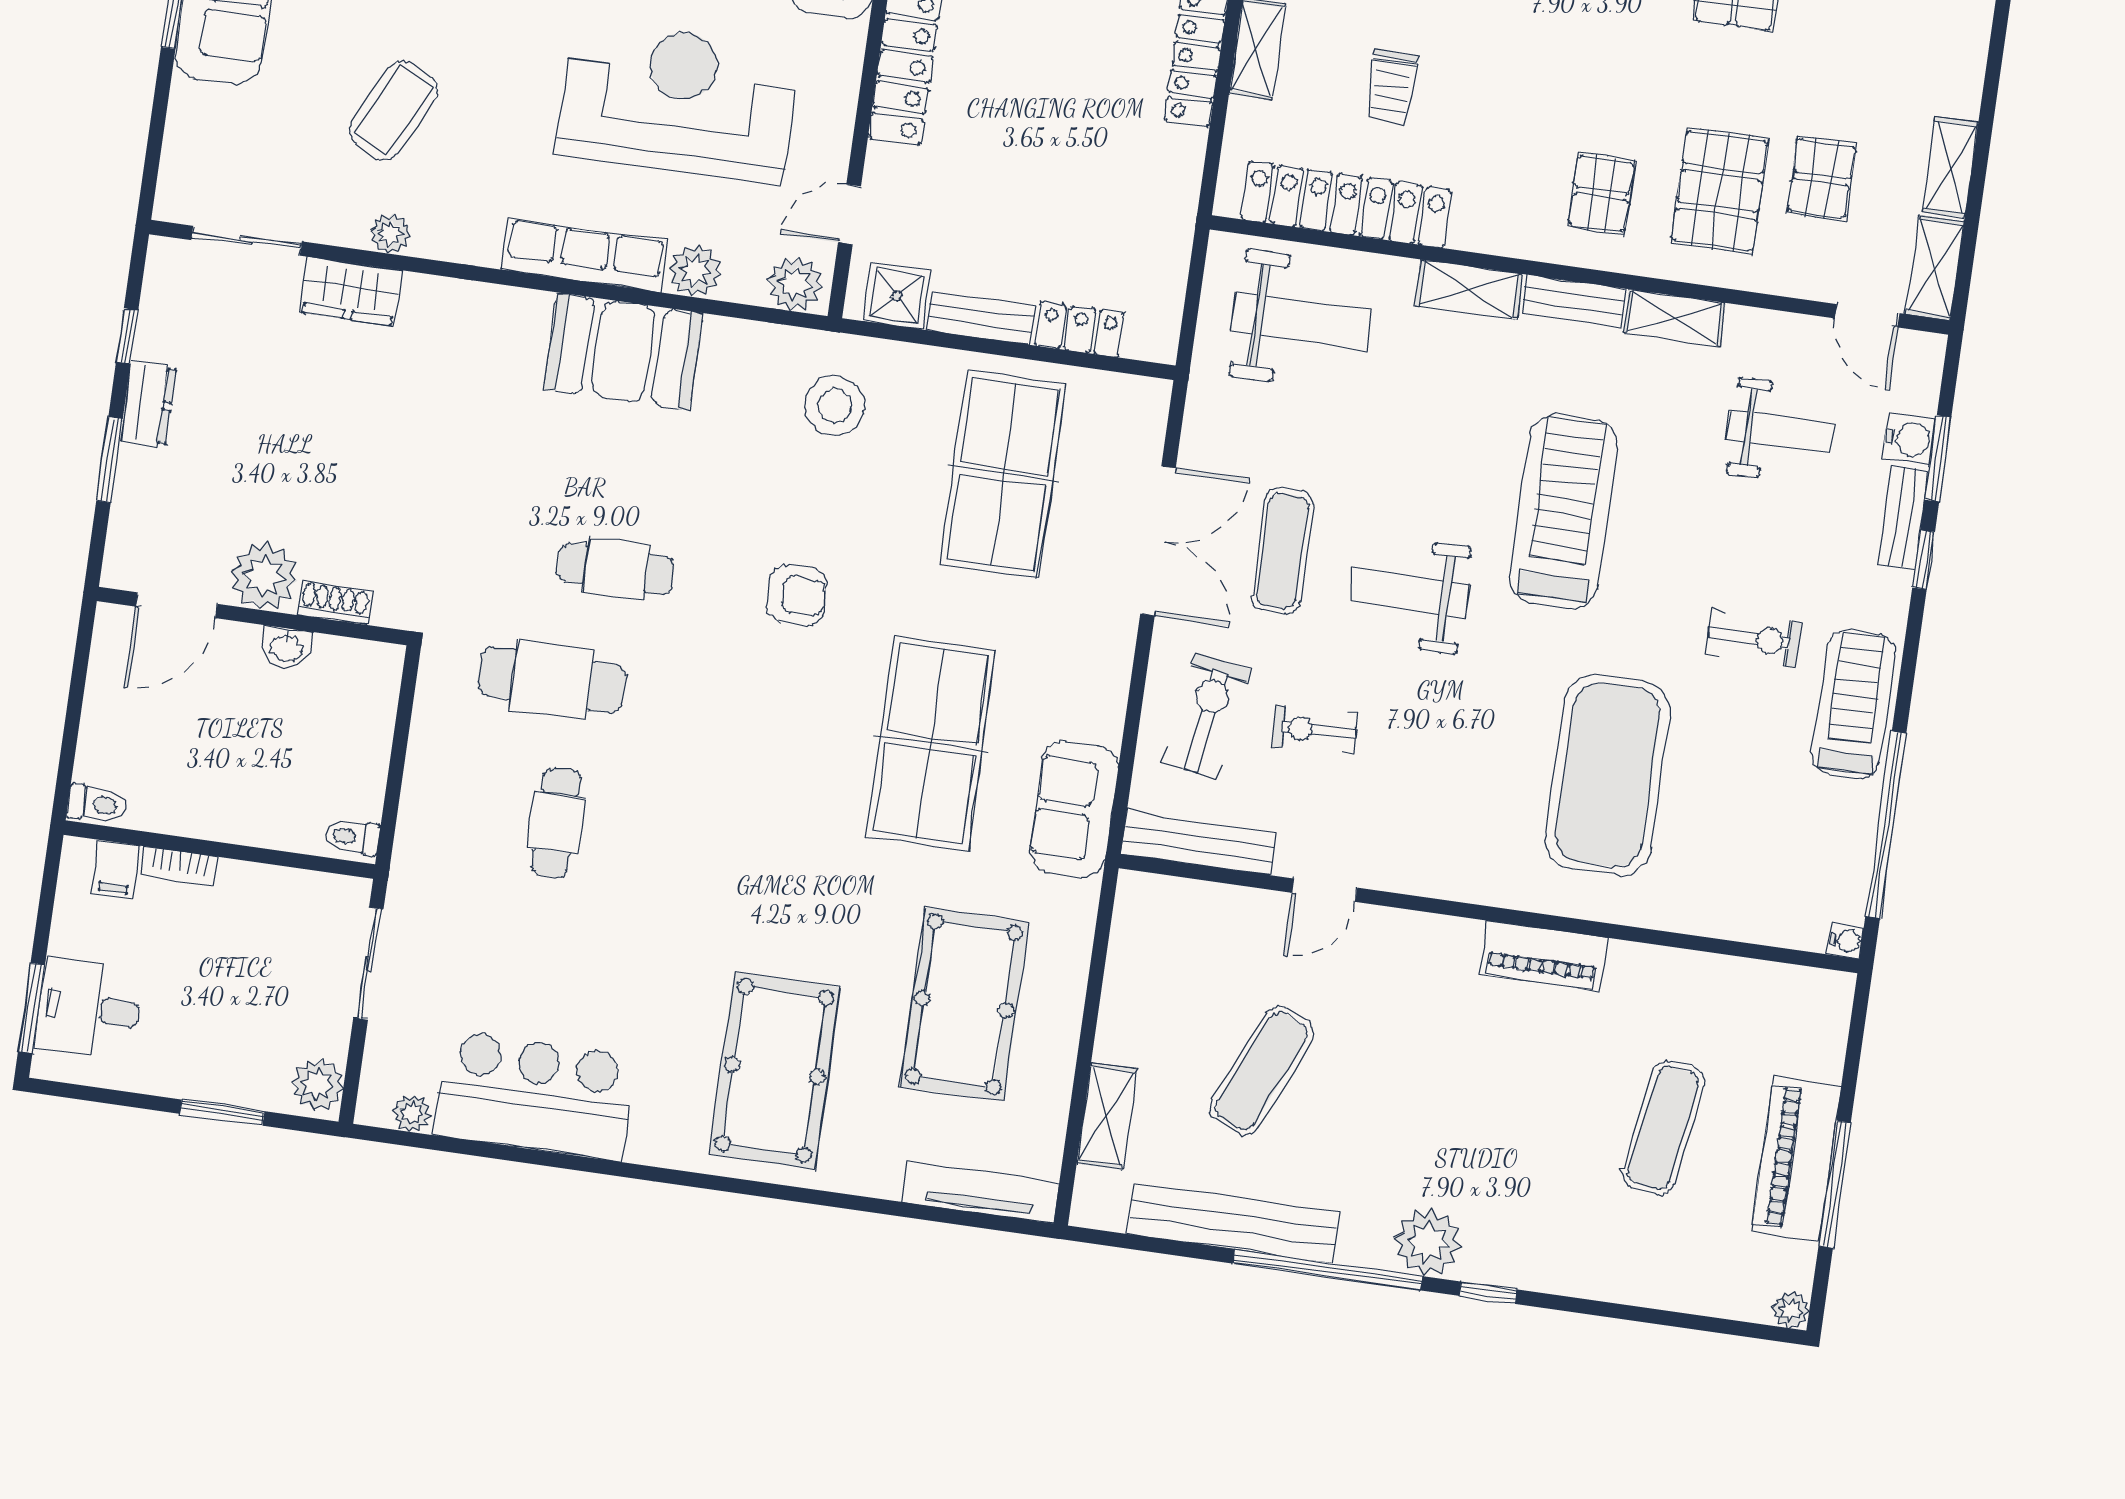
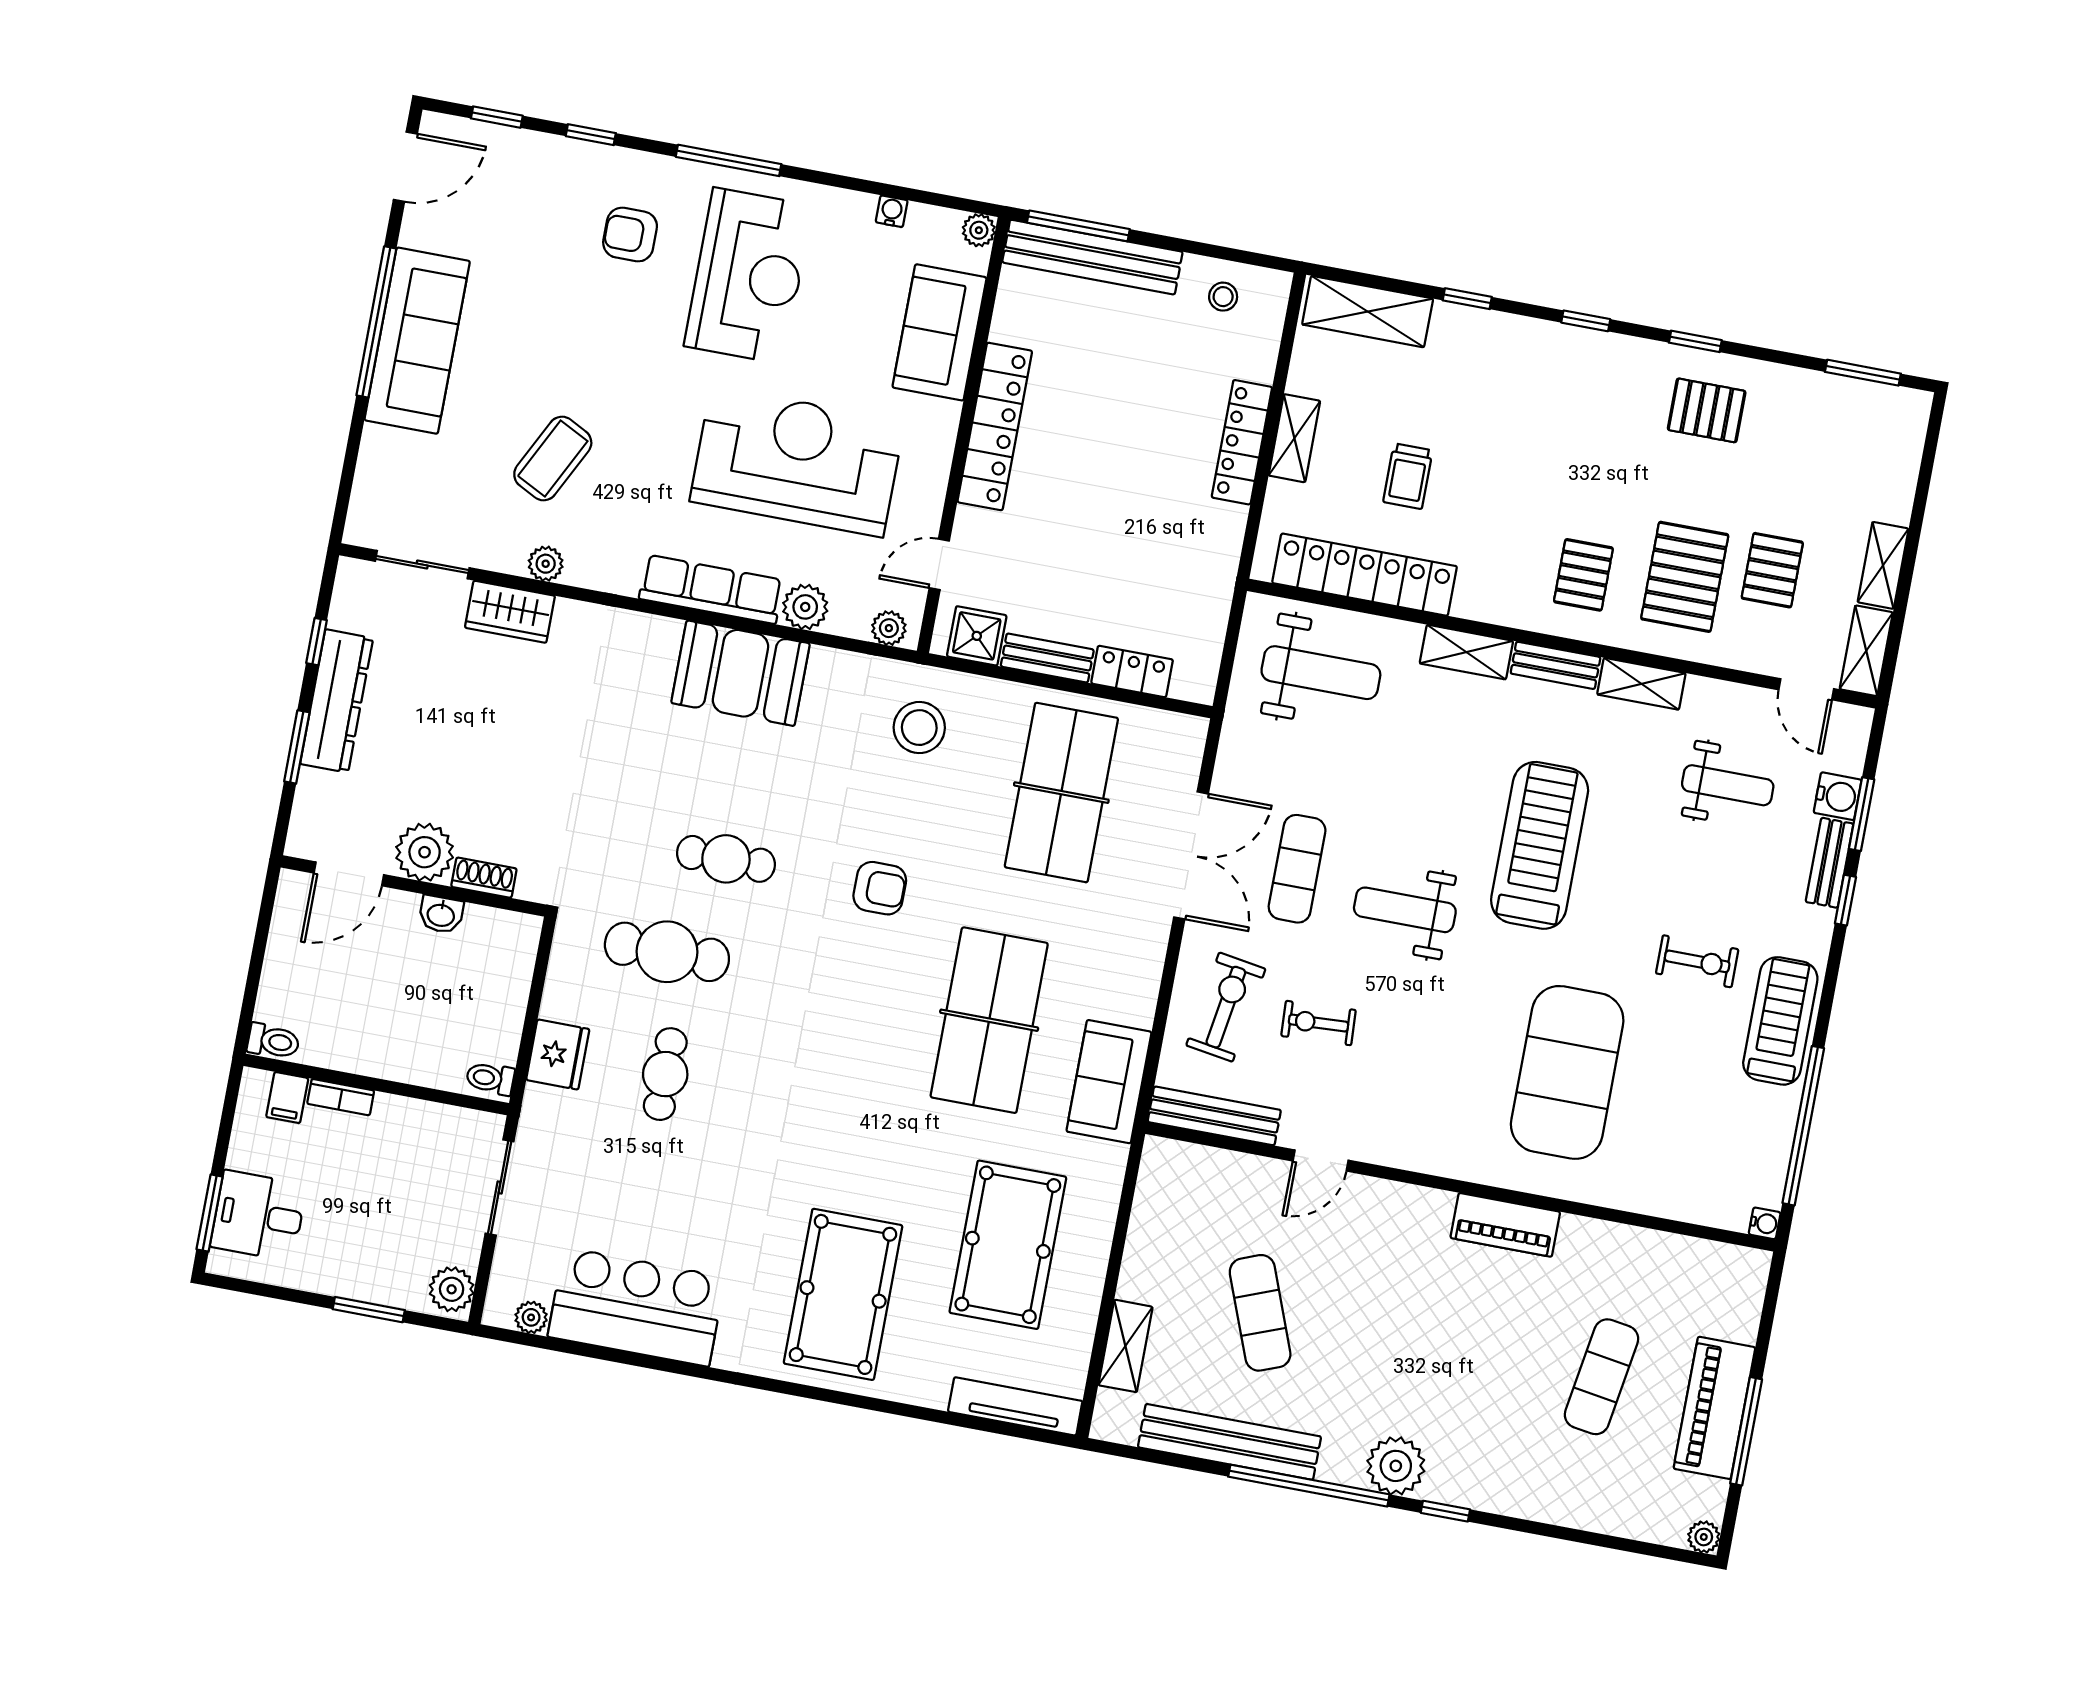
plant: (795, 284) -> (889, 628), width x0.73, depth x0.73
dresser: (148, 403) -> (337, 701), width x1.96, depth x1.24
fridge: (430, 805) -> (558, 1055), added
exercise mat: (1262, 1071) -> (1260, 1313), turned -45

